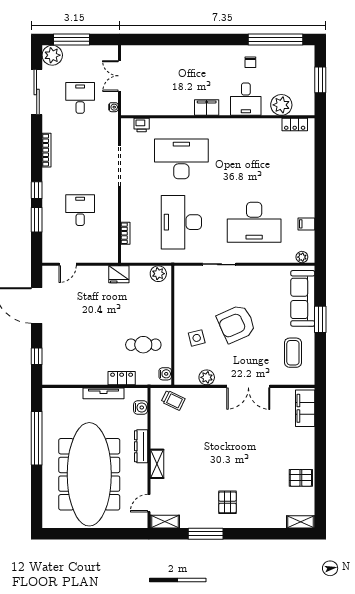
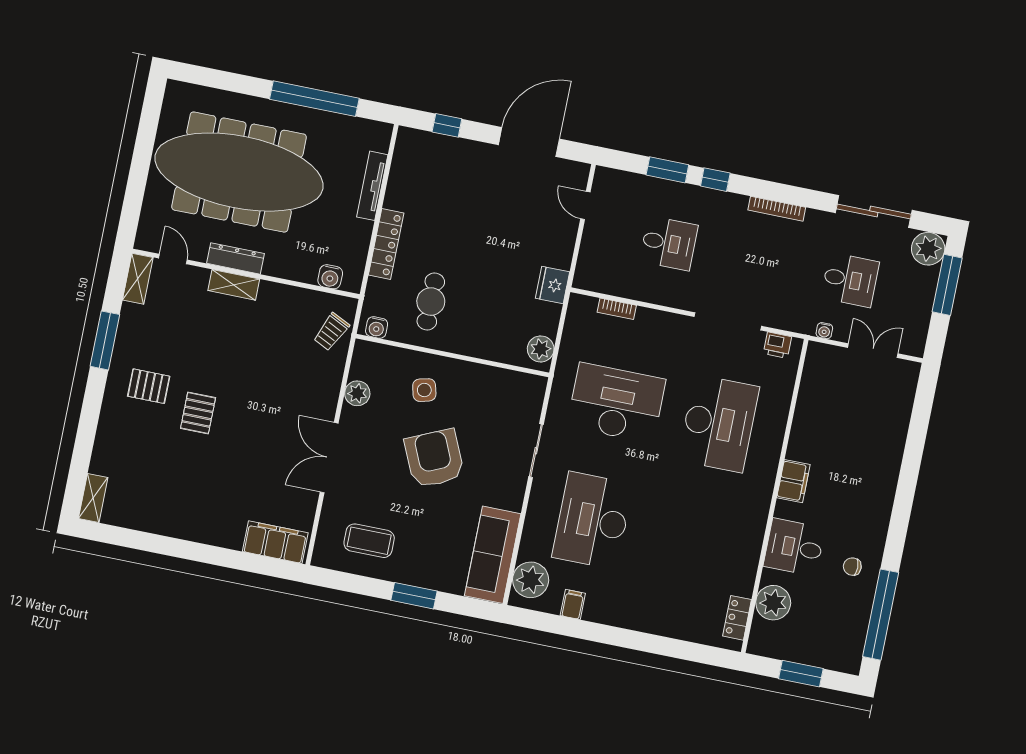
printer: (142, 125) -> (777, 345), moved, turned -90
plant: (302, 257) -> (531, 580), width x1.88, depth x1.88
sofa: (303, 298) -> (493, 555), moved, turned -90
locker: (122, 378) -> (386, 244), width x1.53
tv unit: (103, 393) -> (372, 186), moved
dresser: (141, 446) -> (236, 258), moved
pallet: (301, 478) -> (198, 413), moved

